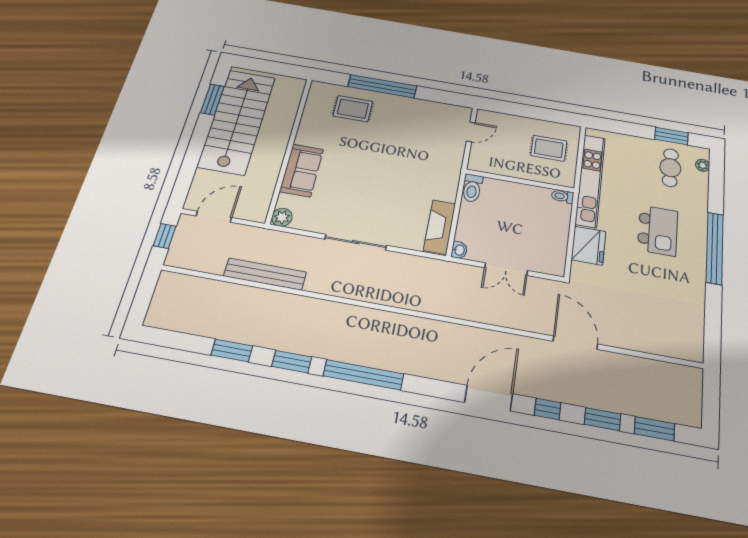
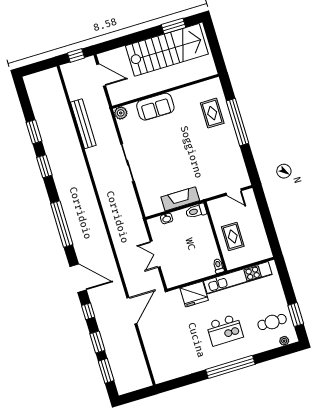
rug: (549, 148) -> (233, 236), moved
fireplace: (440, 227) -> (180, 199), moved
washbasin: (459, 250) -> (167, 218), moved
window: (363, 375) -> (62, 224), moved

